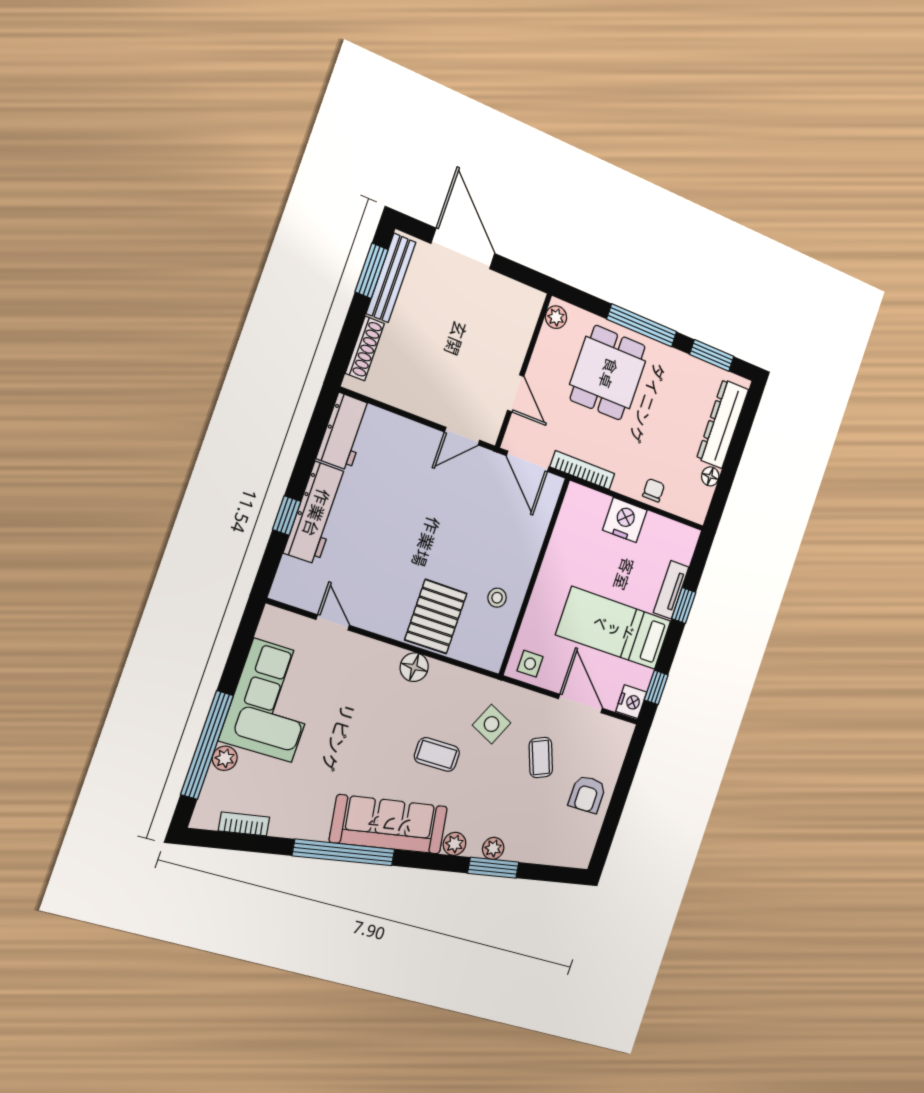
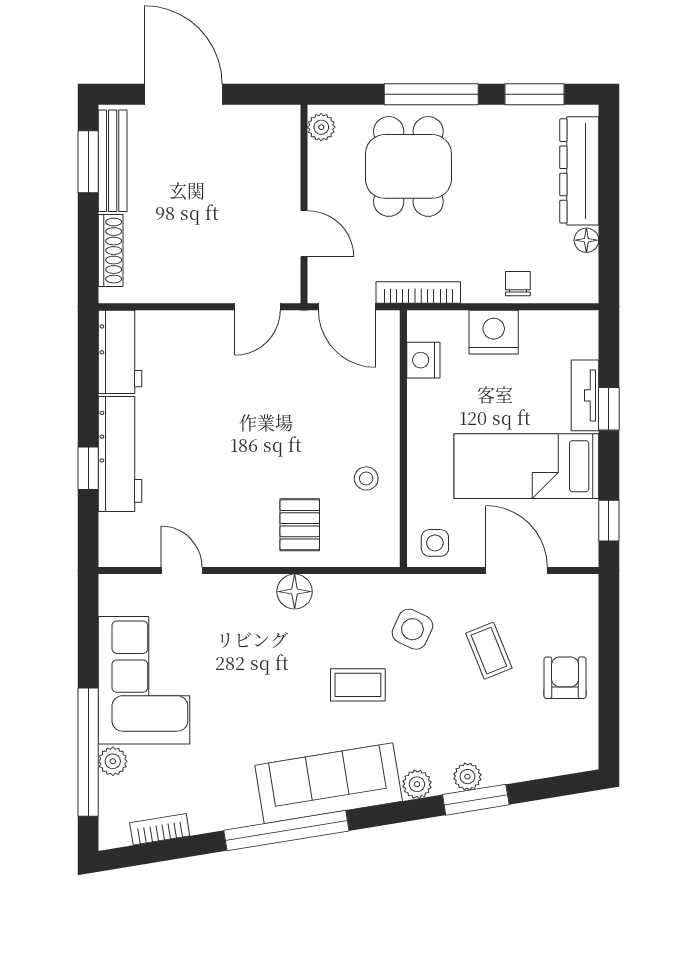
pallet: (436, 617) -> (300, 525), width x0.67, depth x0.71
nightstand: (631, 702) -> (423, 360), moved, turned 180
armchair: (587, 794) -> (565, 678), turned 180

